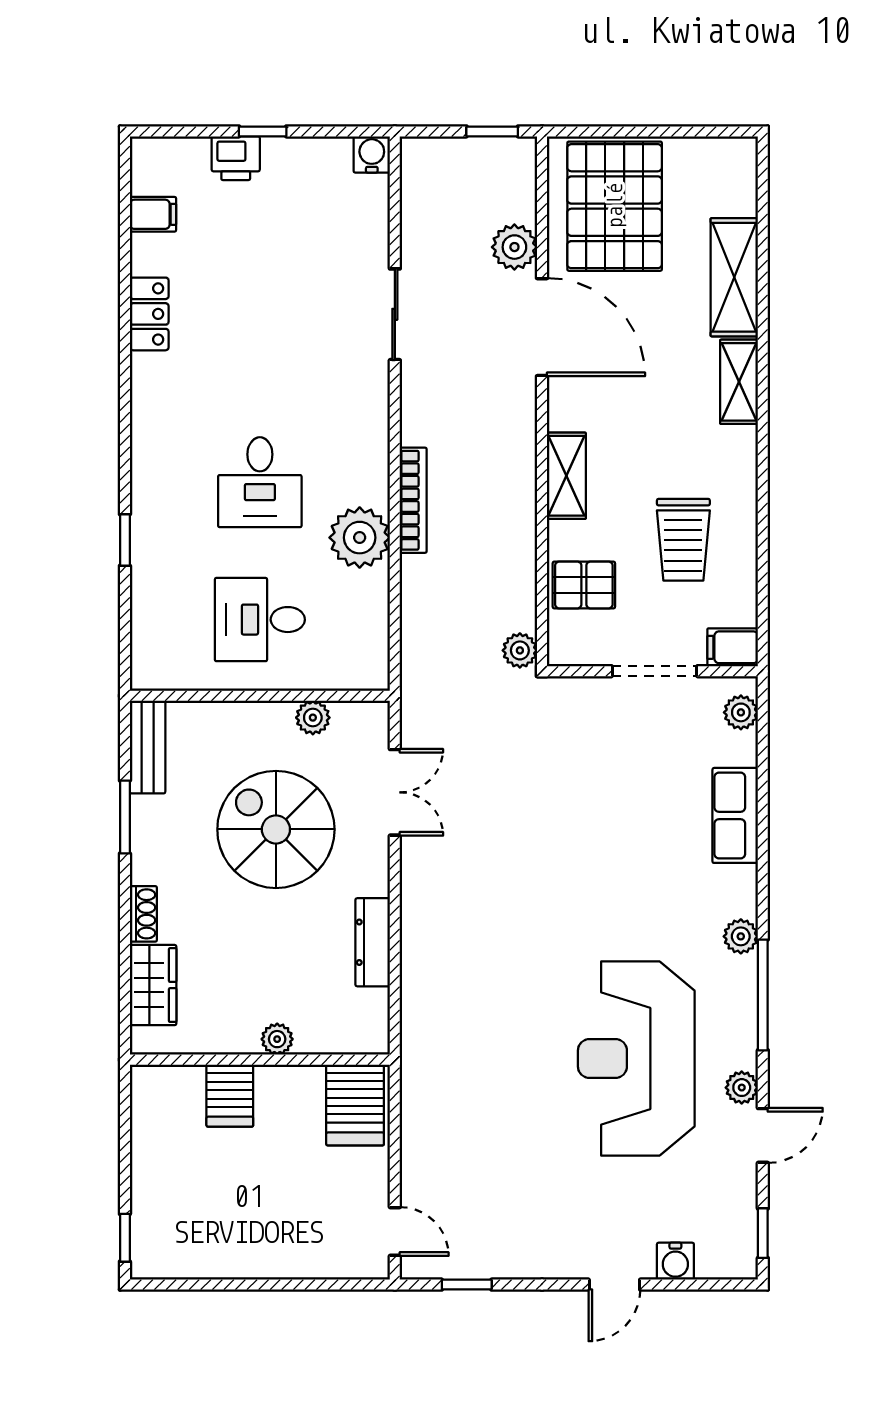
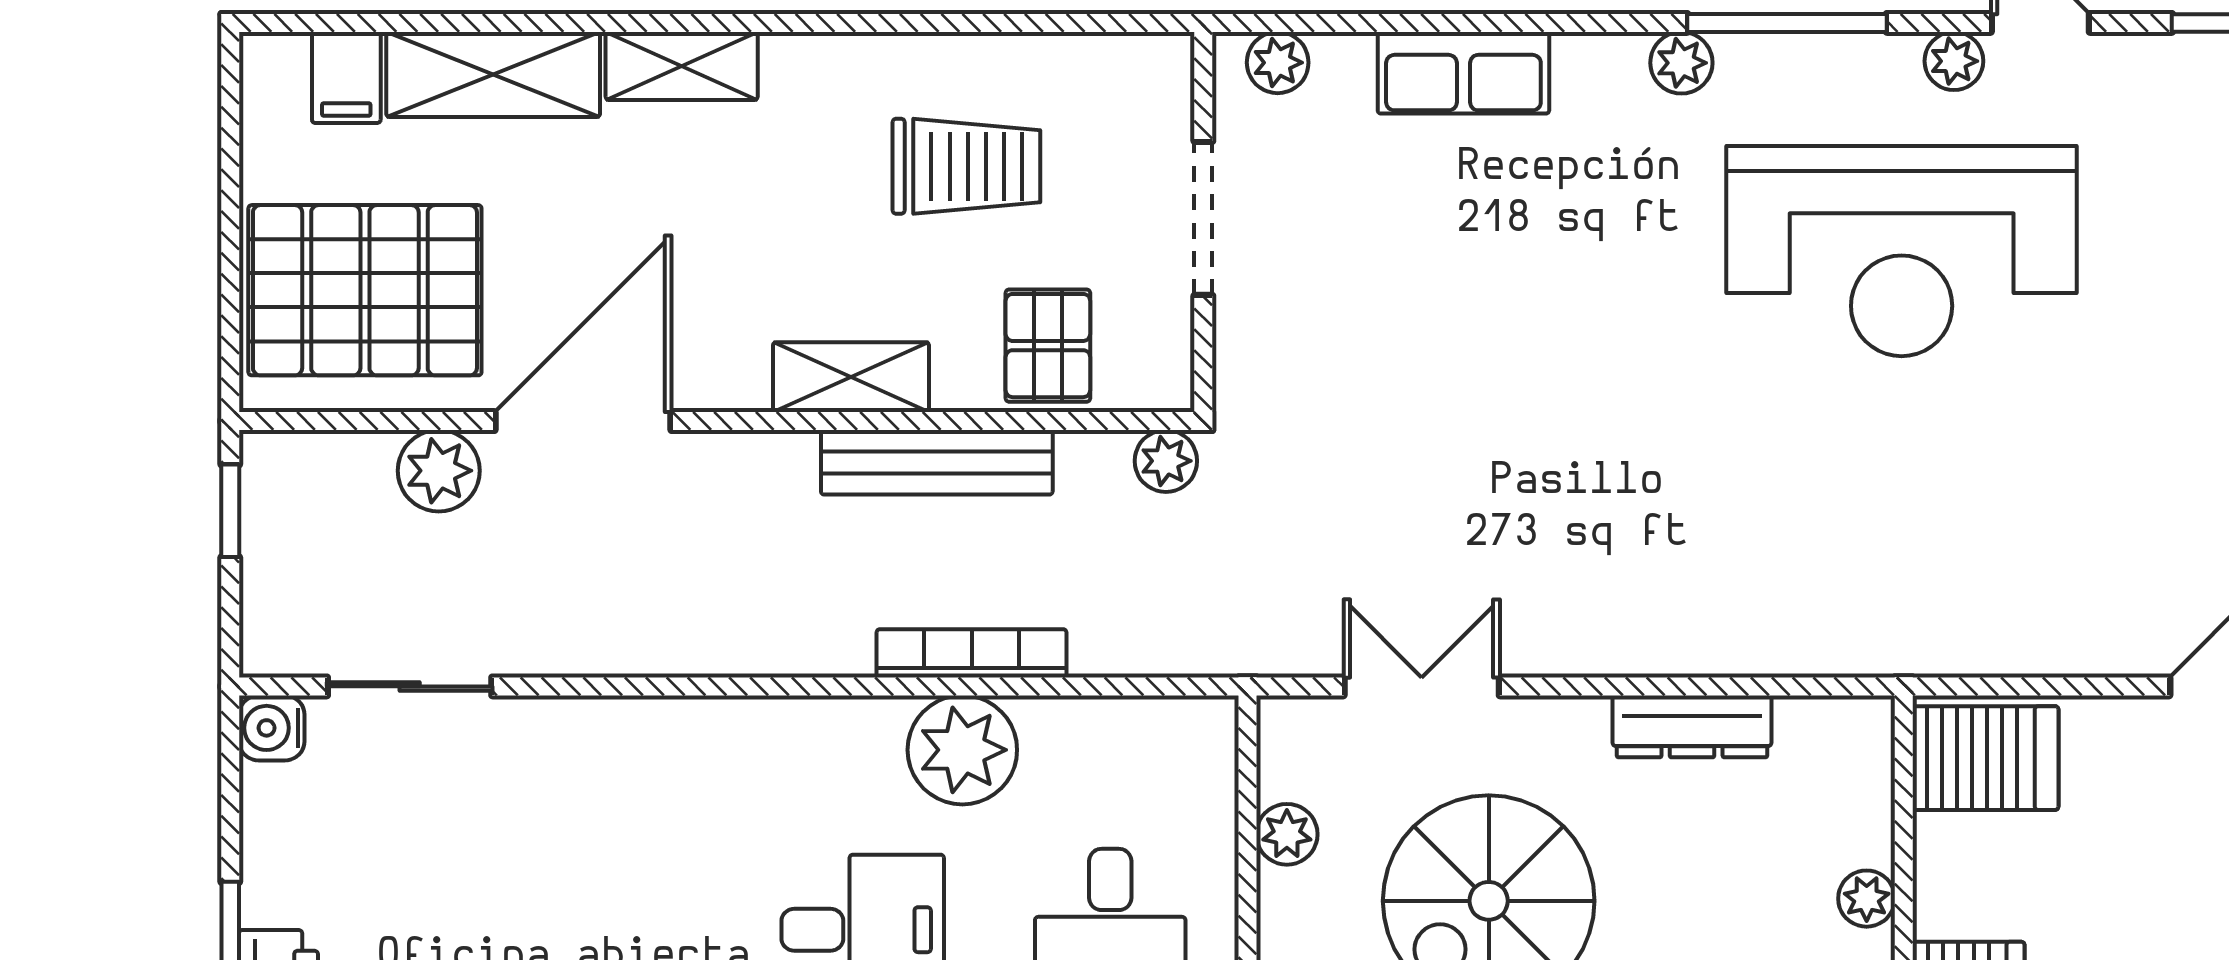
sliding door: (395, 314) -> (410, 686), moved
bookcase: (413, 500) -> (972, 653), moved
bench: (519, 523) -> (937, 462), added
filing cabinet: (733, 647) -> (346, 77), moved

